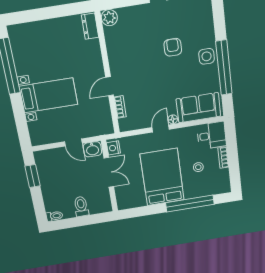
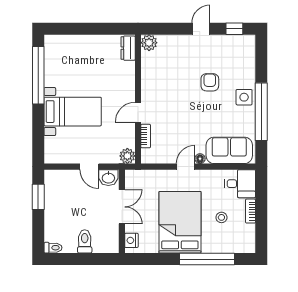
plant: (106, 127) -> (127, 156), added
nightstand: (113, 148) -> (131, 240), moved

